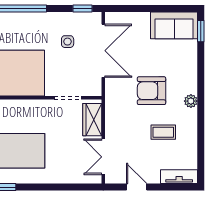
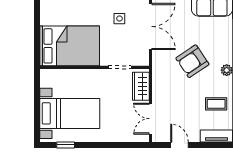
armchair: (151, 91) -> (192, 61), turned -34
coffee table: (163, 132) -> (216, 104), moved

